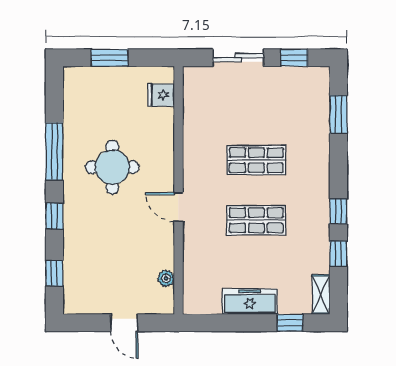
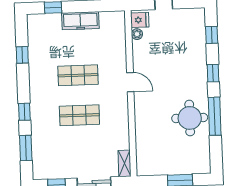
fridge: (161, 95) -> (140, 20), moved
round table: (112, 167) -> (190, 118), moved
window: (338, 211) -> (24, 112), moved
shelving: (321, 294) -> (124, 163), moved

